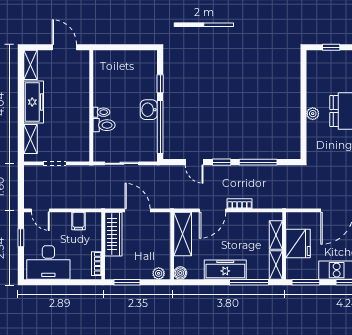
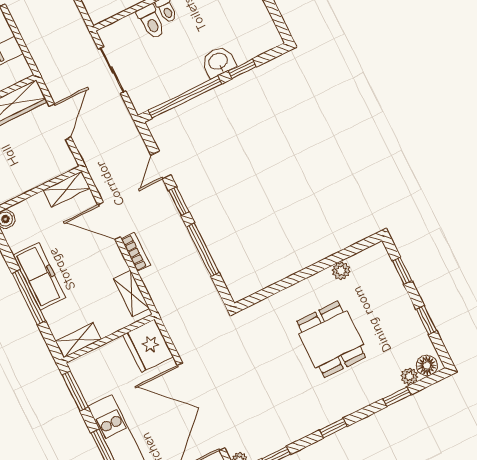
washbasin: (149, 110) -> (218, 62), moved
plant: (313, 114) -> (341, 271), moved
shelving: (183, 234) -> (67, 189), width x0.67, depth x0.75
shelving: (276, 235) -> (131, 293), moved, turned 90
fridge: (298, 244) -> (148, 346), moved, turned 90
window: (249, 282) -> (29, 297), moved

